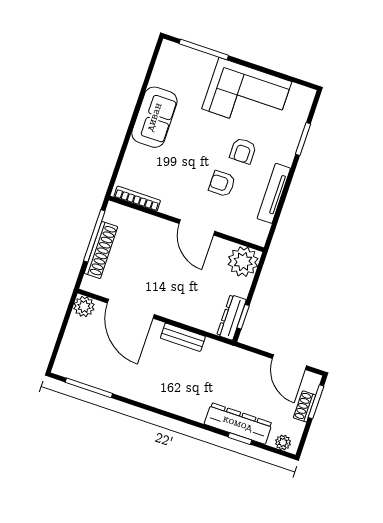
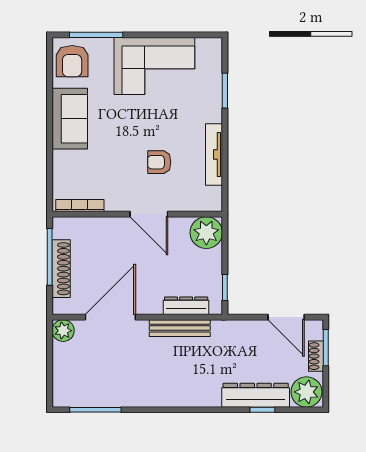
armchair: (243, 151) -> (72, 61), moved, width x1.38, depth x1.38
door: (131, 309) -> (110, 317), swing flipped
dresser: (232, 317) -> (186, 306), moved, turned 90
bench: (183, 337) -> (180, 328), width x1.36
plant: (283, 442) -> (306, 392), width x1.87, depth x1.87

